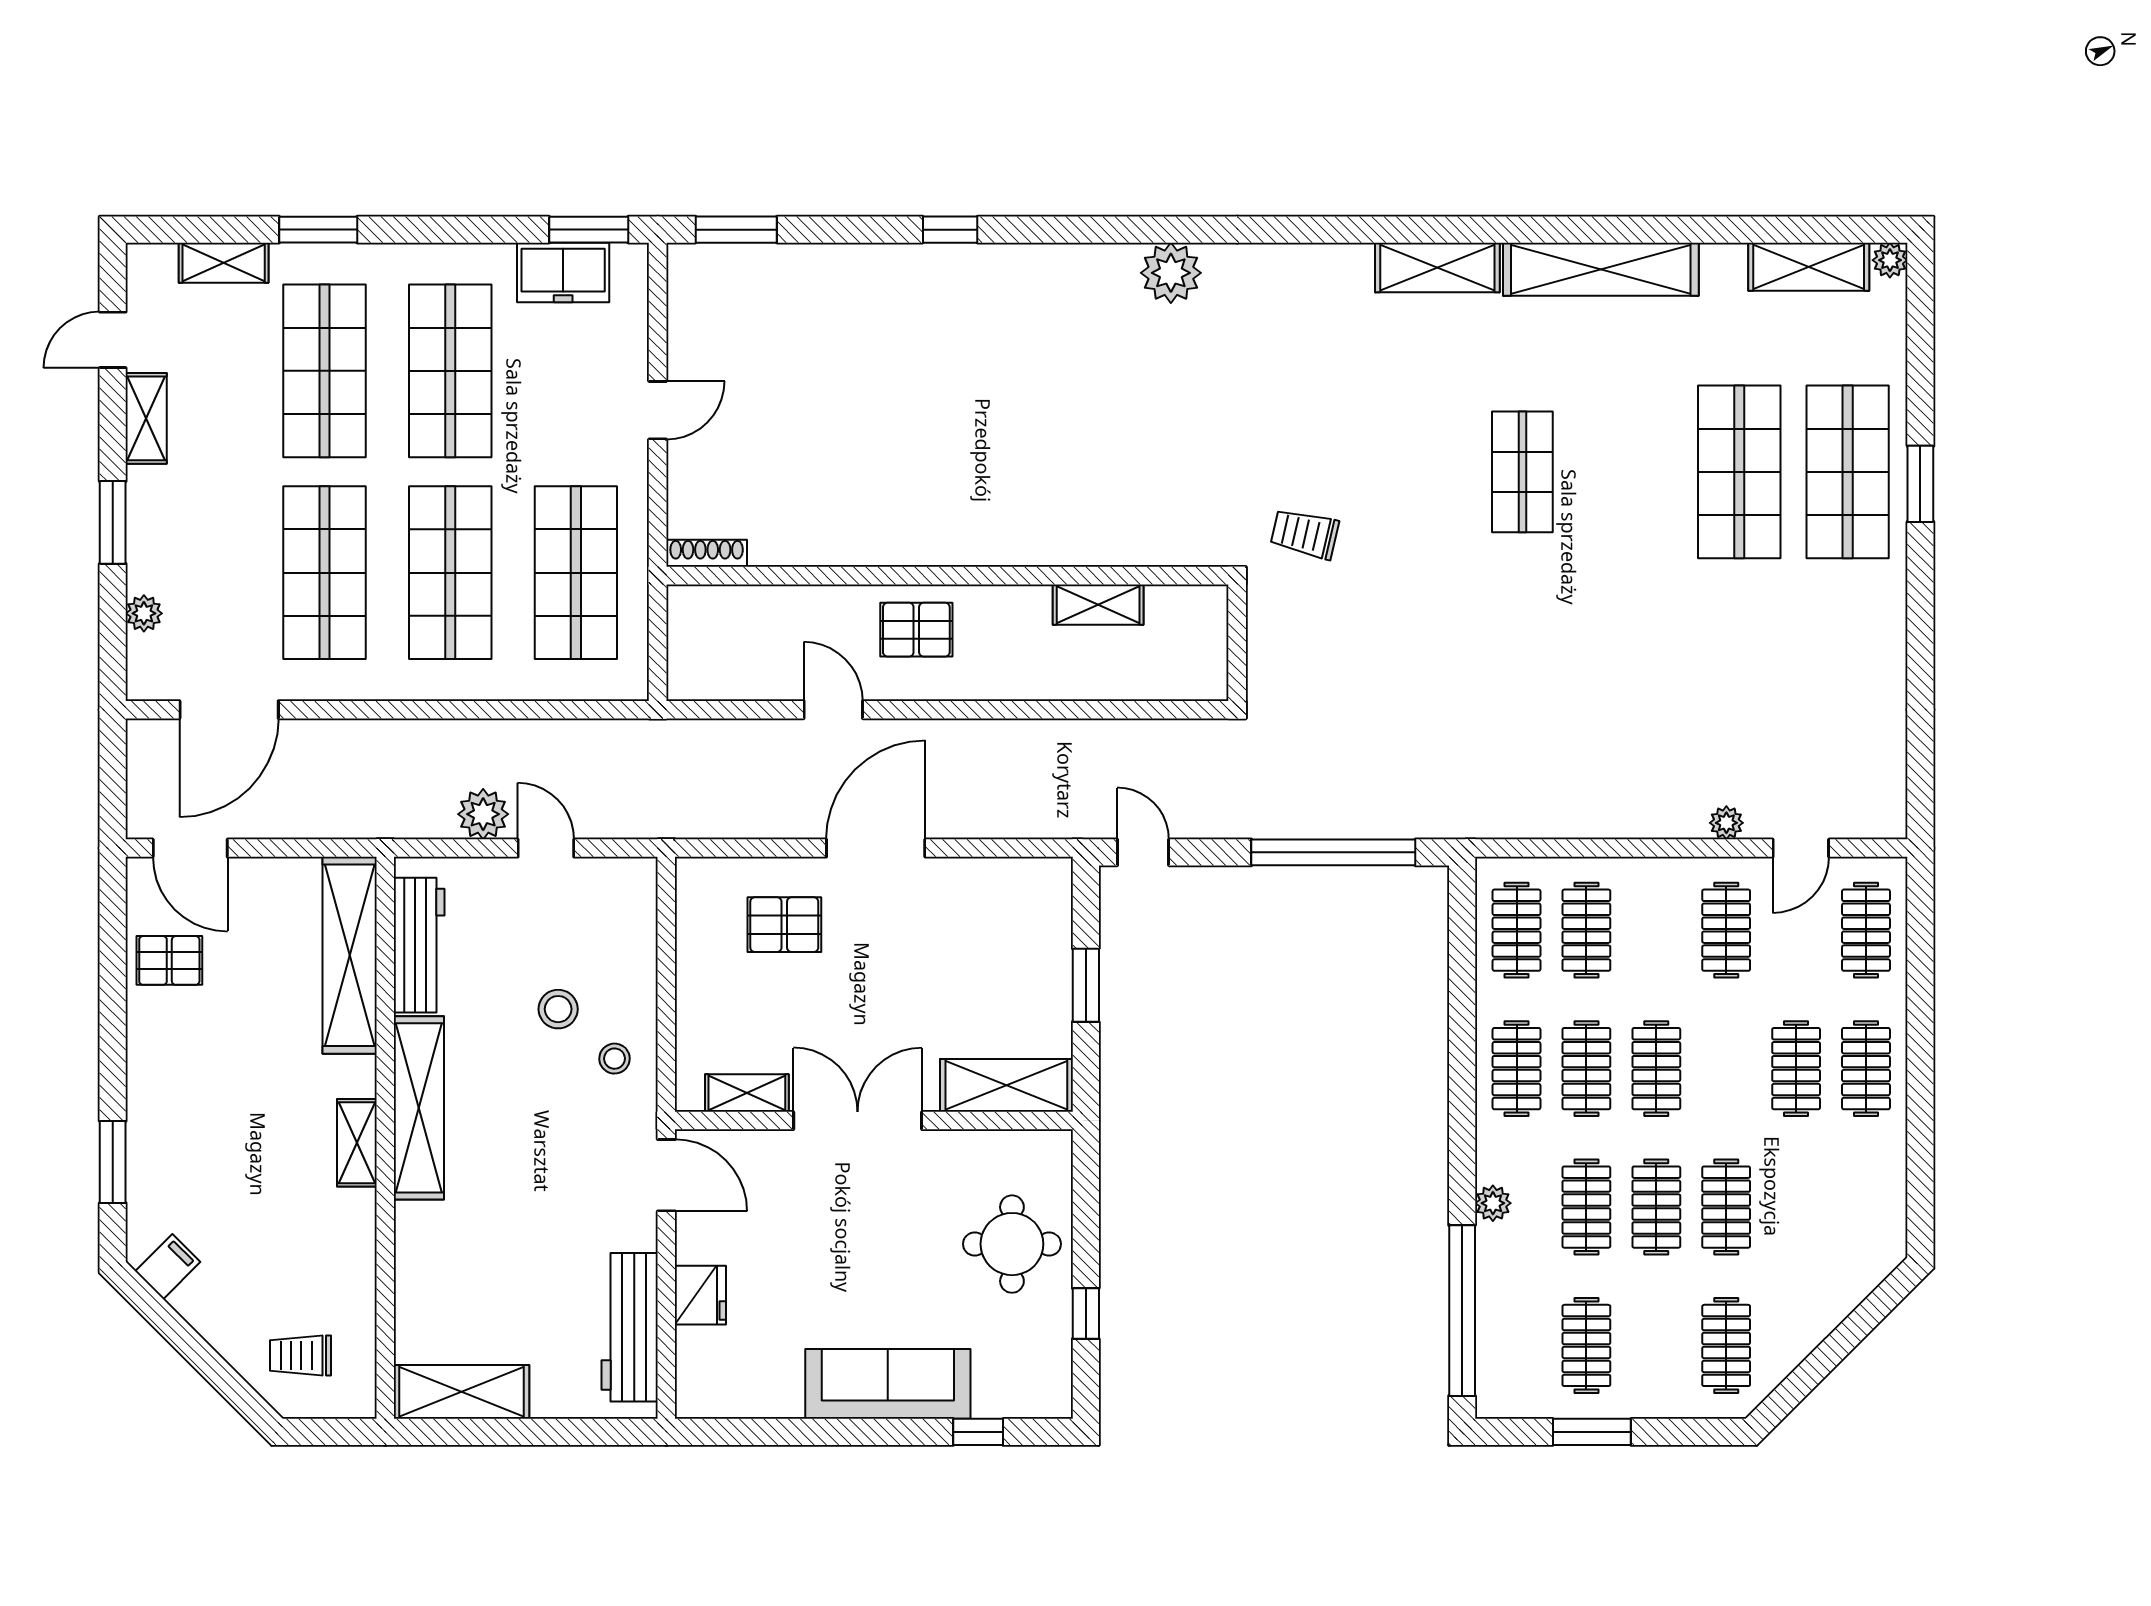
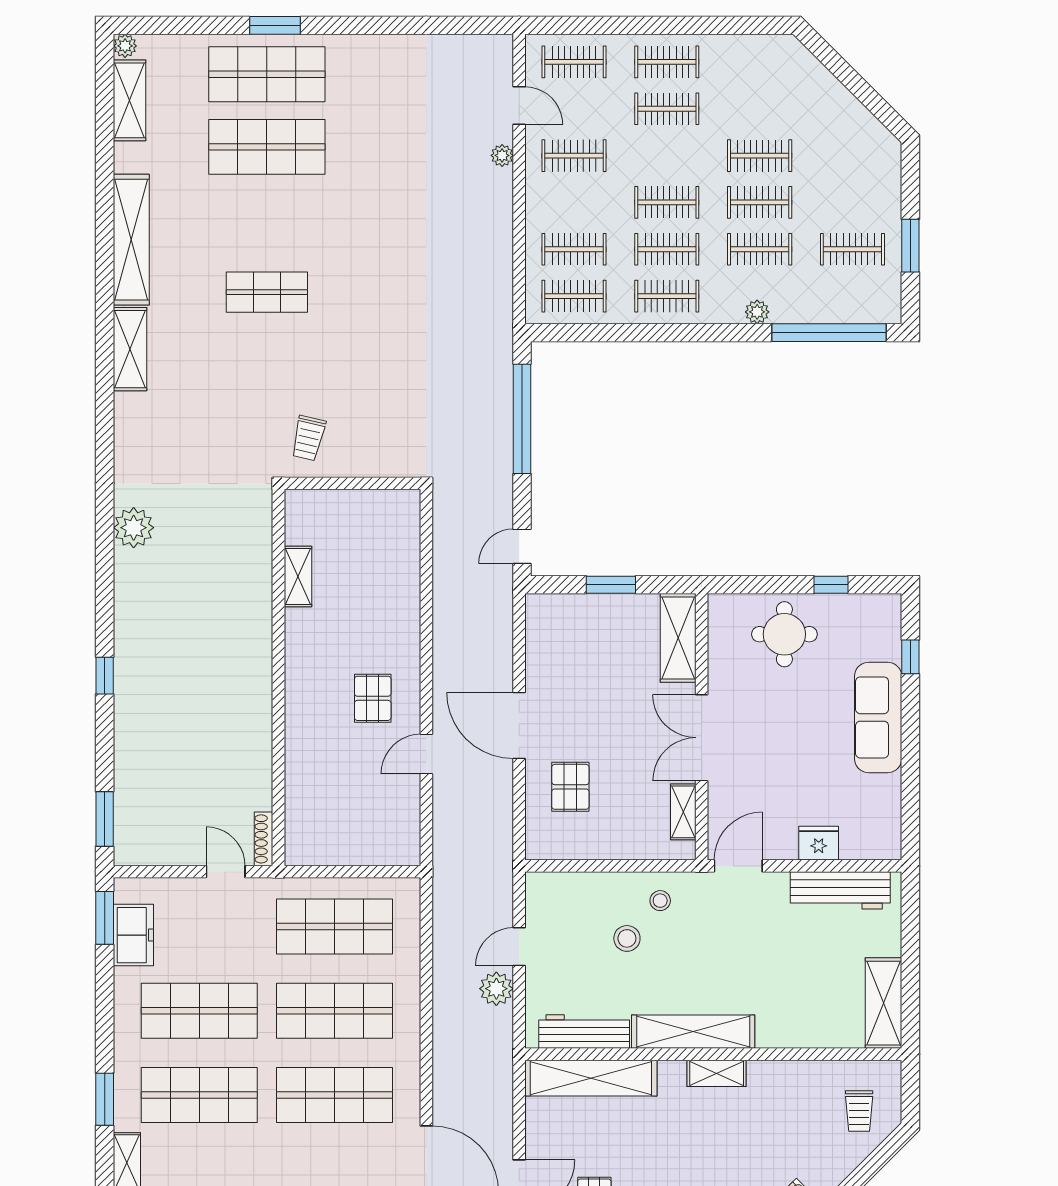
shoe rack: (707, 553) -> (264, 839), moved
wall: (947, 576) -> (278, 678), moved
shelving: (1098, 605) -> (298, 577), moved
clothes rail: (1726, 1345) -> (852, 156), removed

